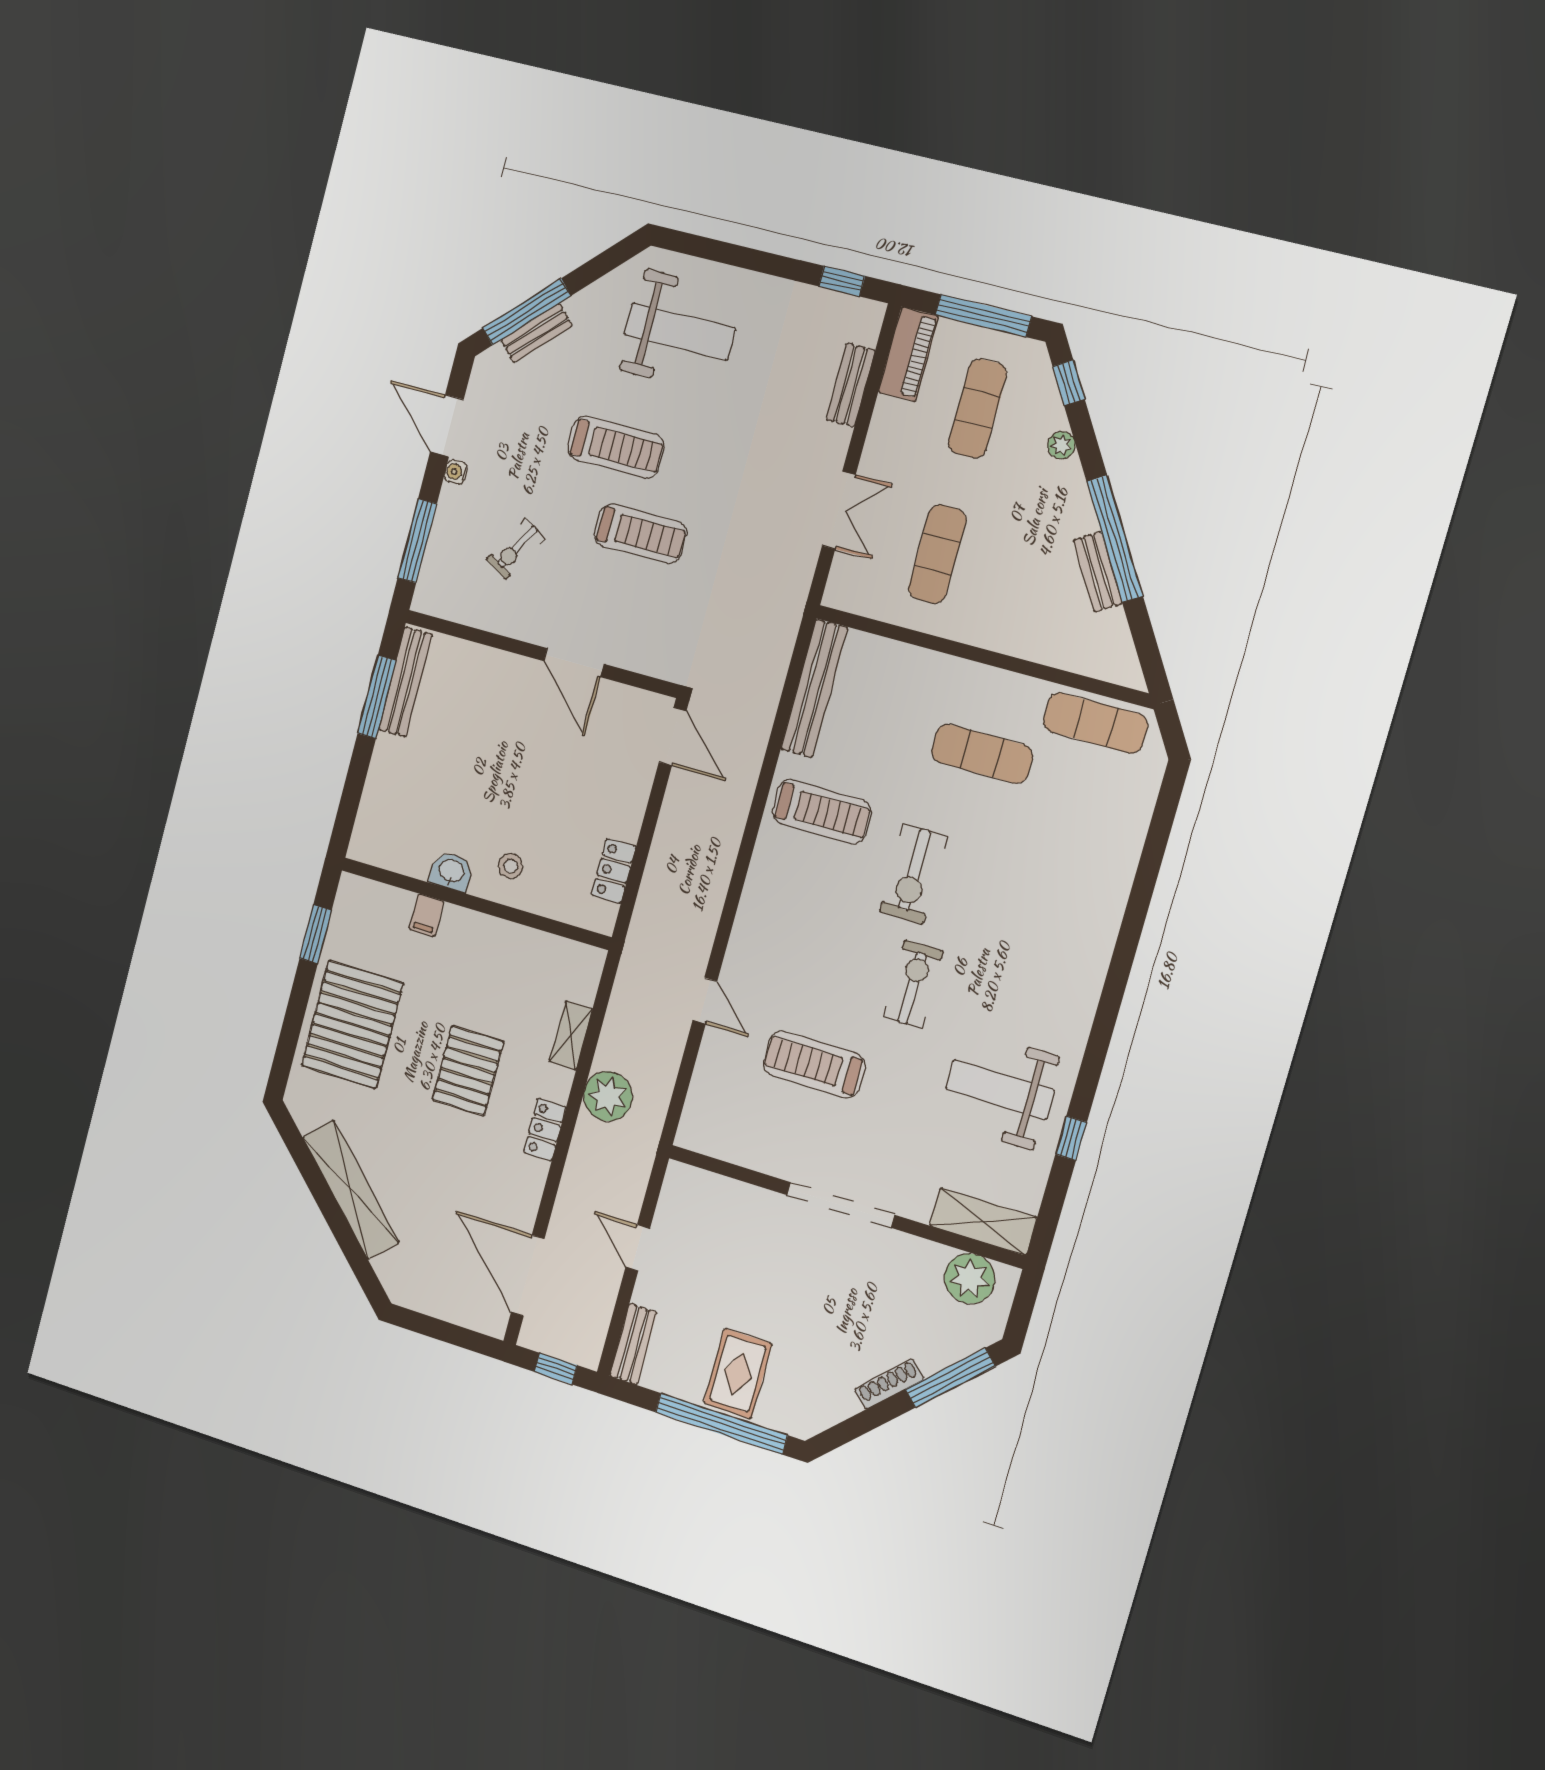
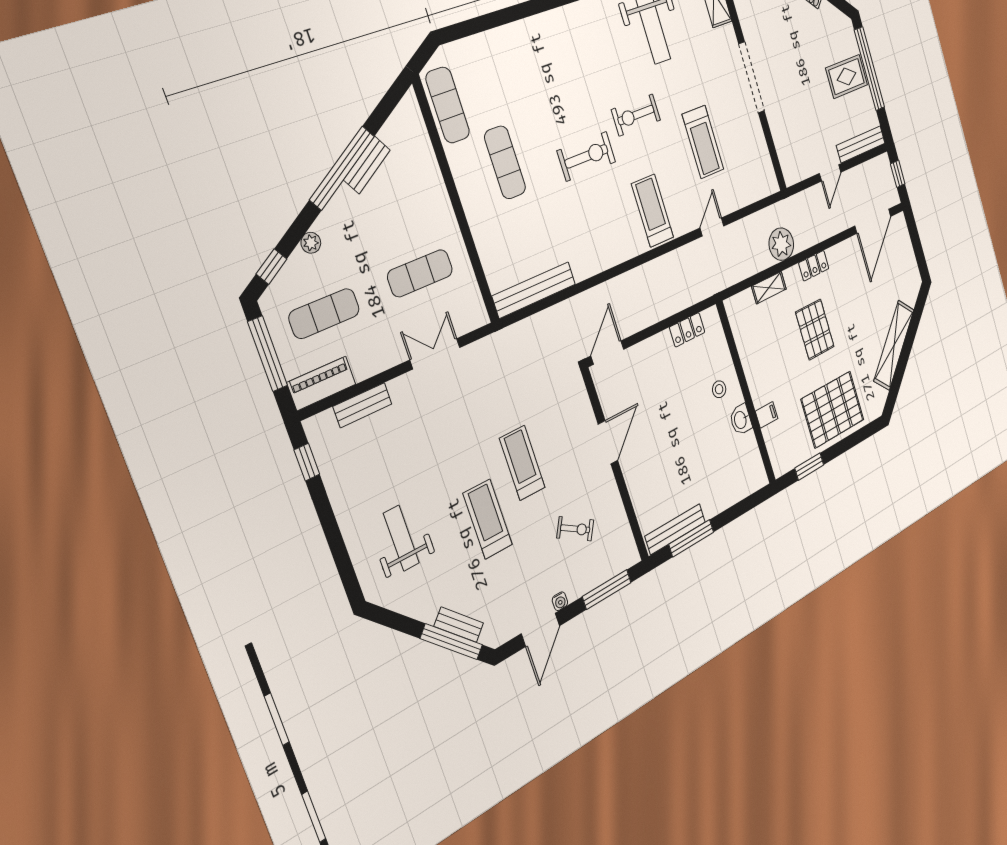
weight bench: (680, 331) -> (401, 538), width x0.73, depth x0.75
treadmill: (822, 812) -> (652, 211), moved
pallet: (468, 1071) -> (815, 329), turned 90
bench: (633, 1344) -> (861, 144), width x1.36

